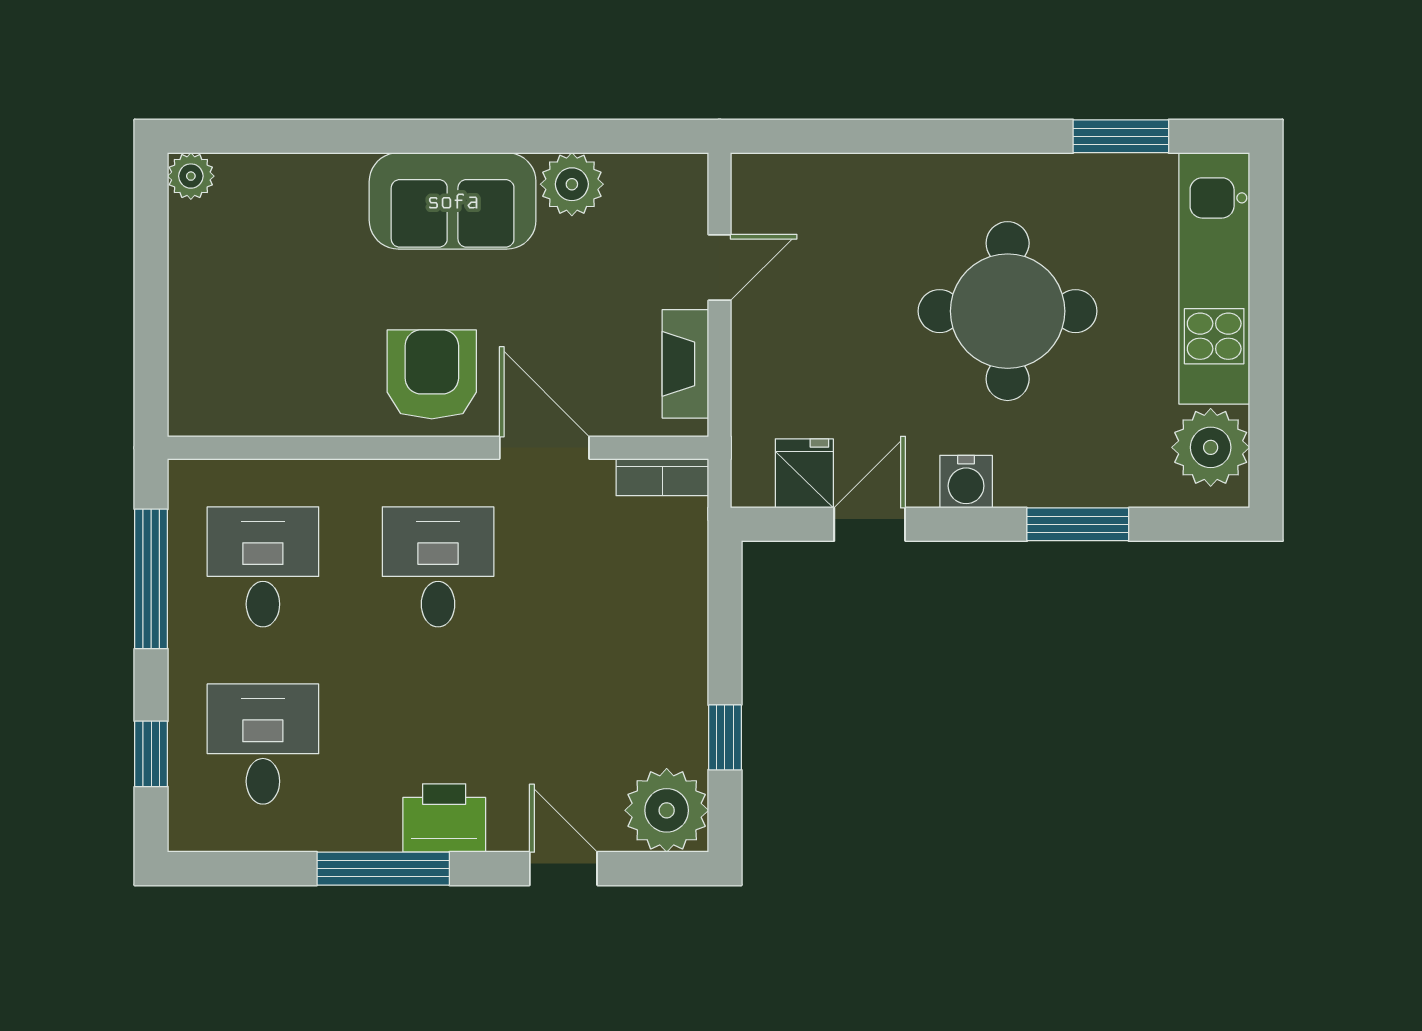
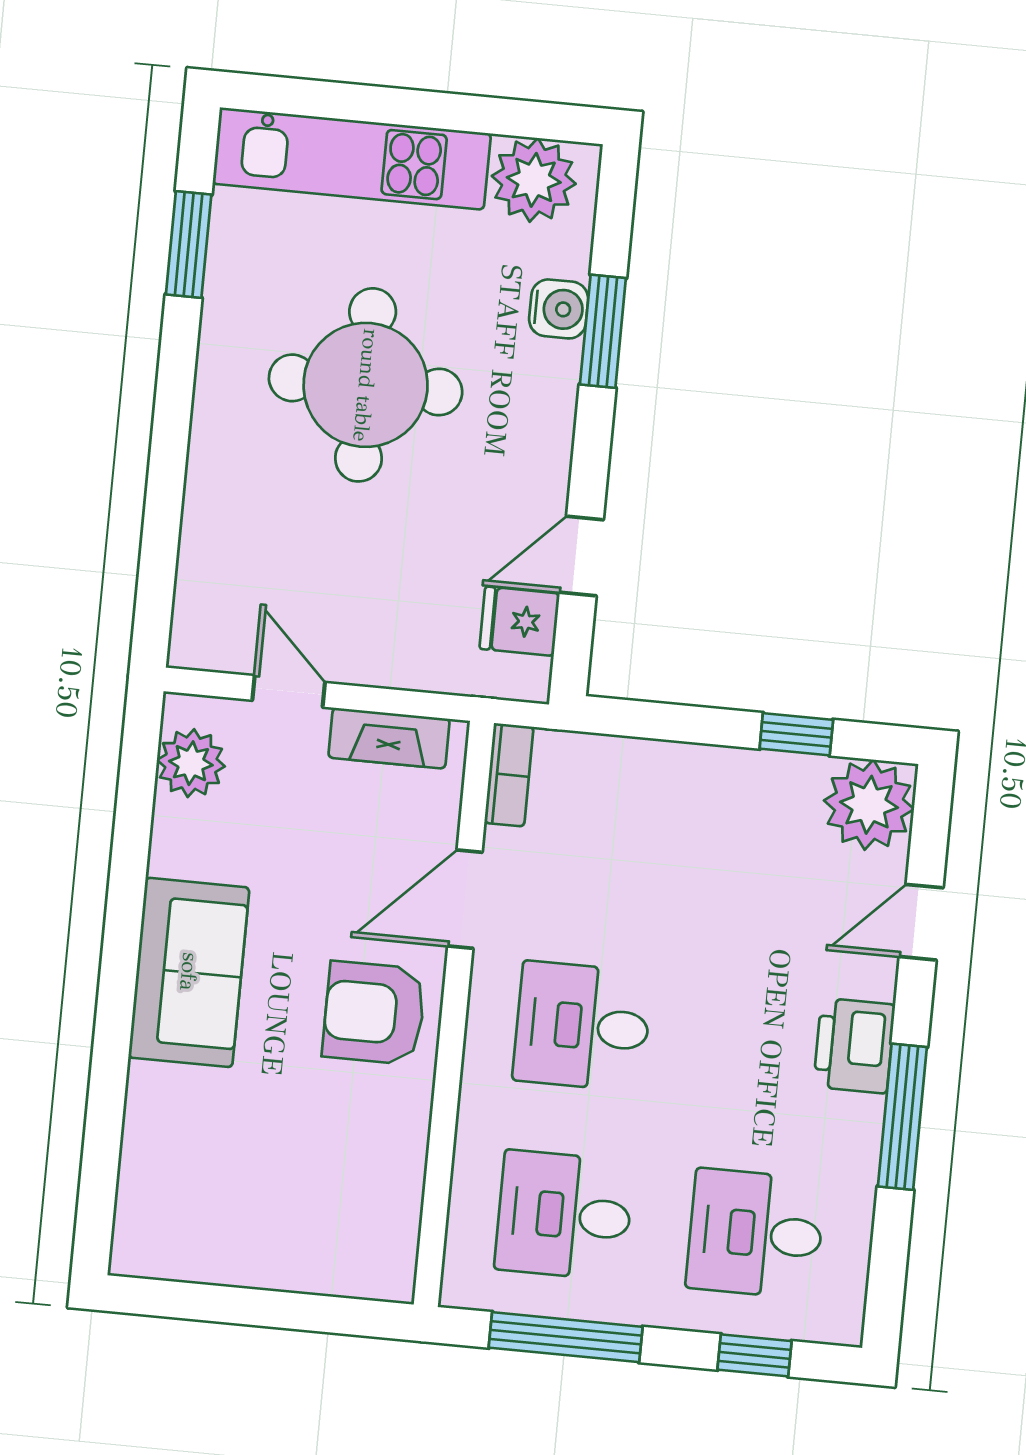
plant: (191, 176) -> (135, 1252), removed
plant: (572, 184) -> (191, 763), moved
water cooler: (966, 482) -> (559, 309), moved
door: (870, 524) -> (581, 556), hinge flipped

